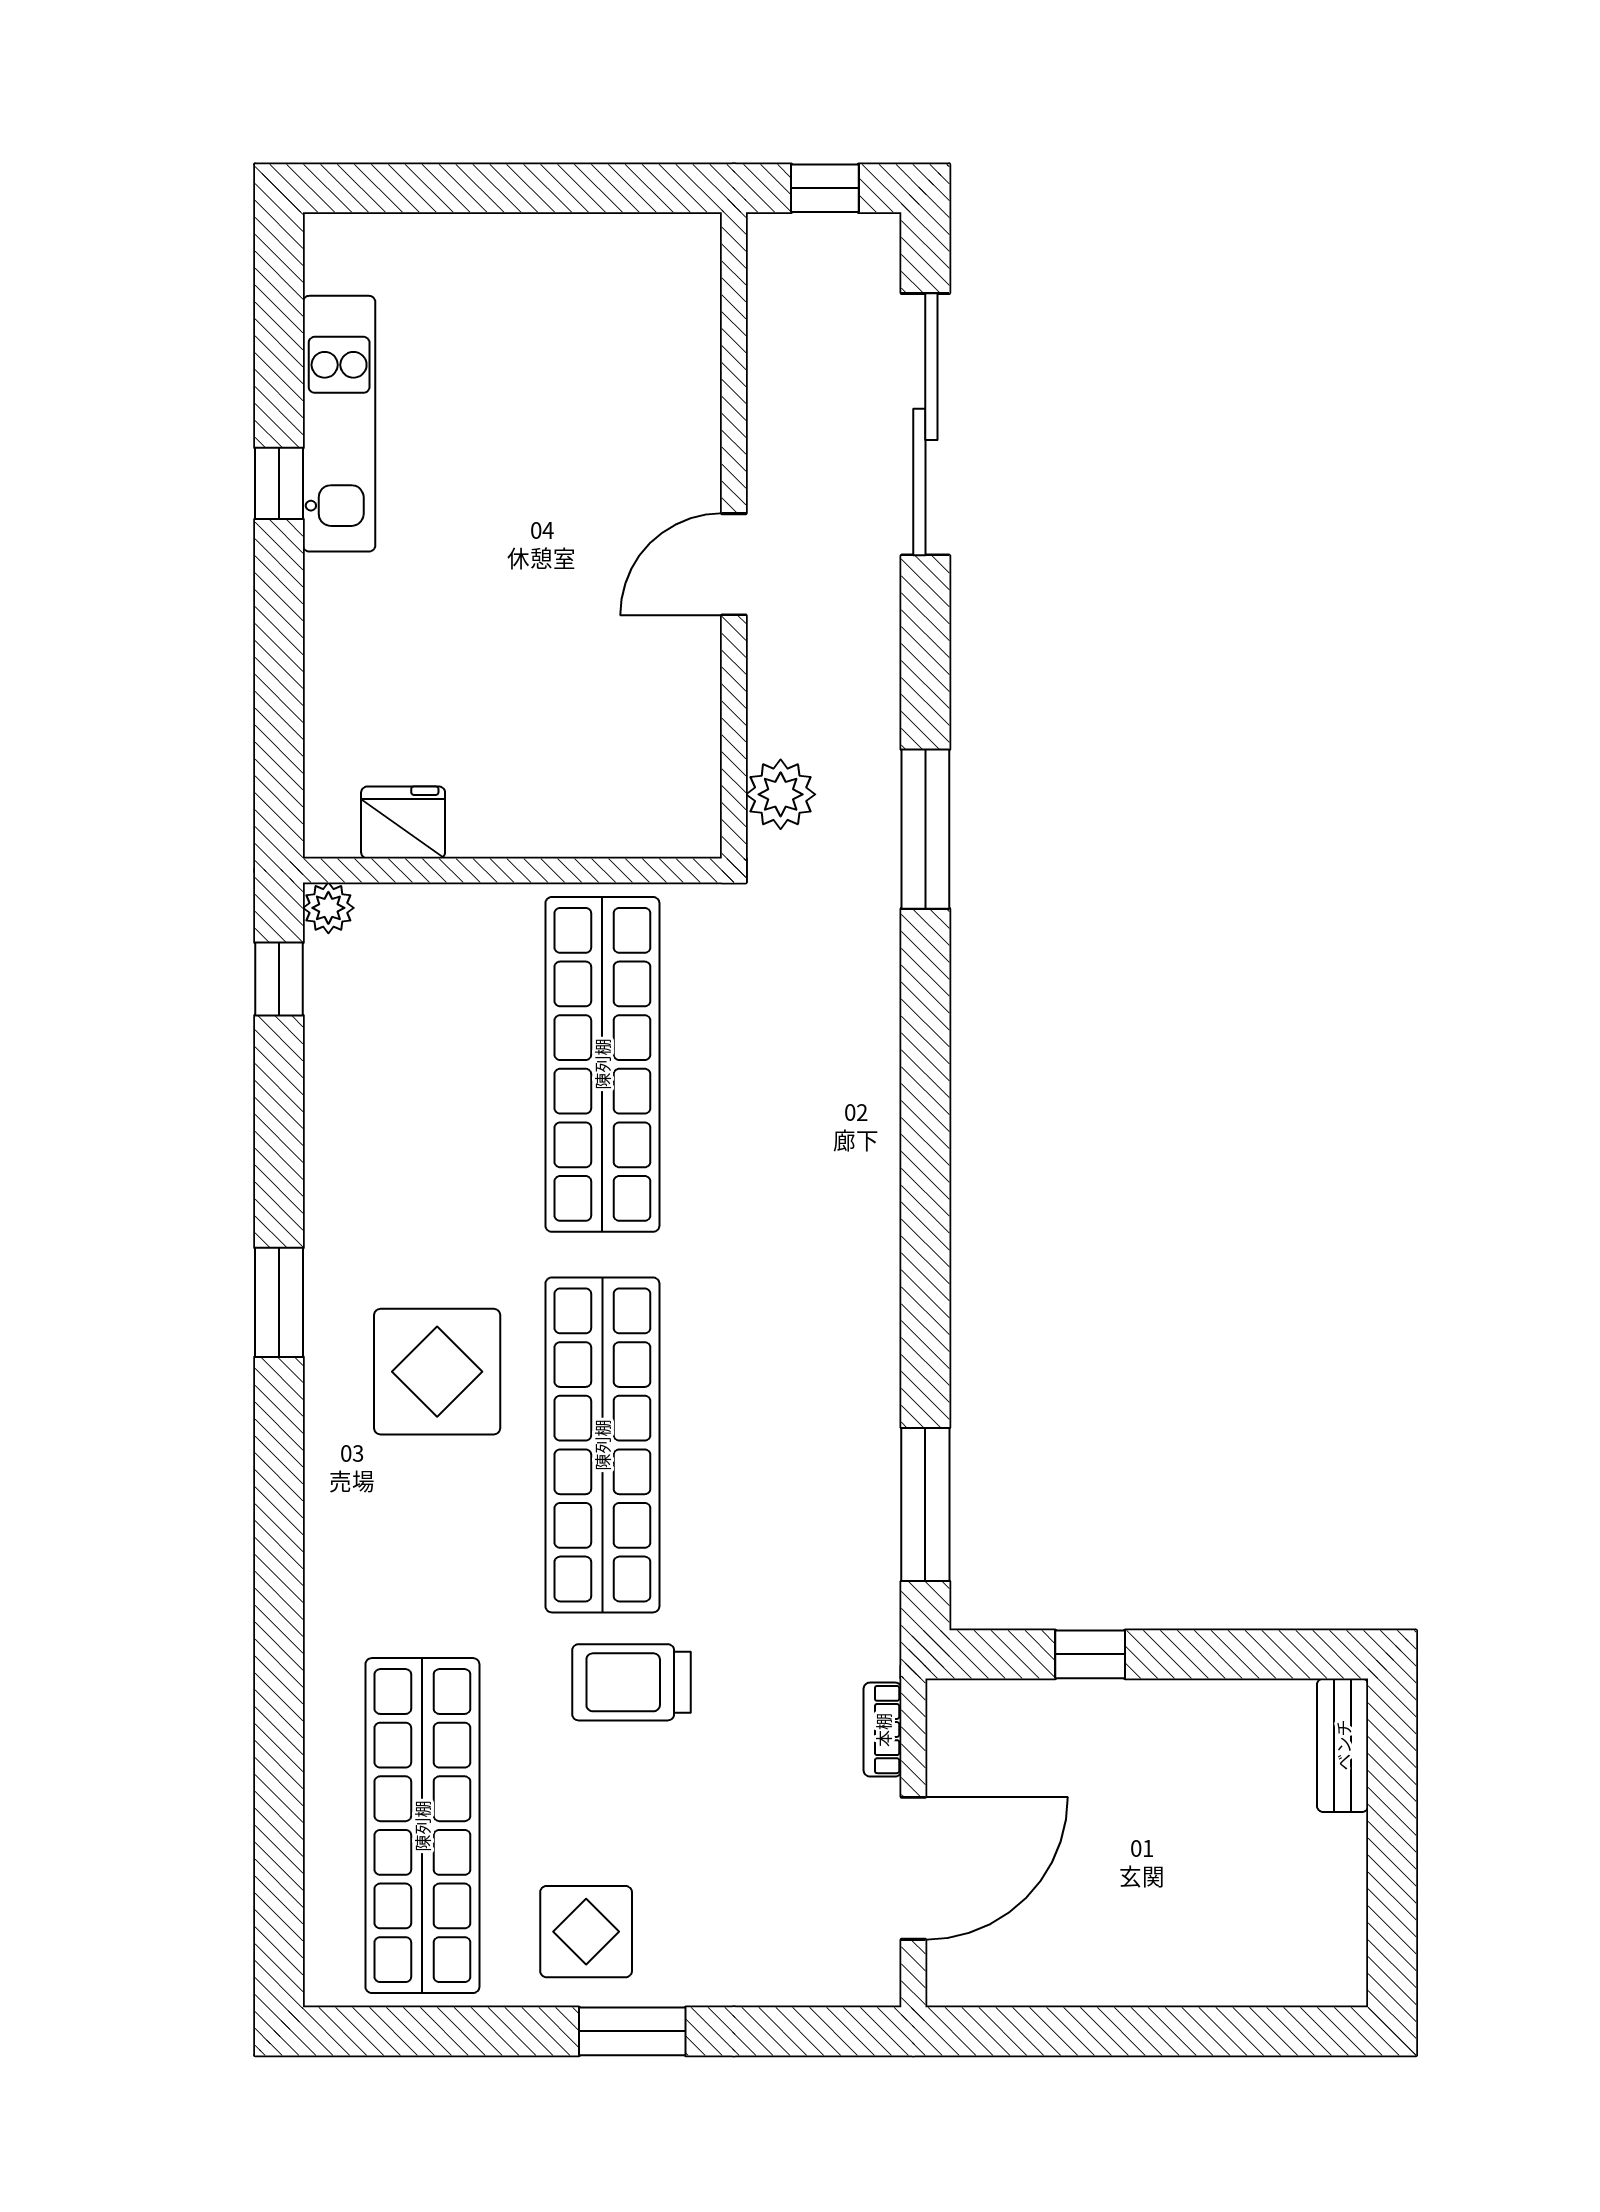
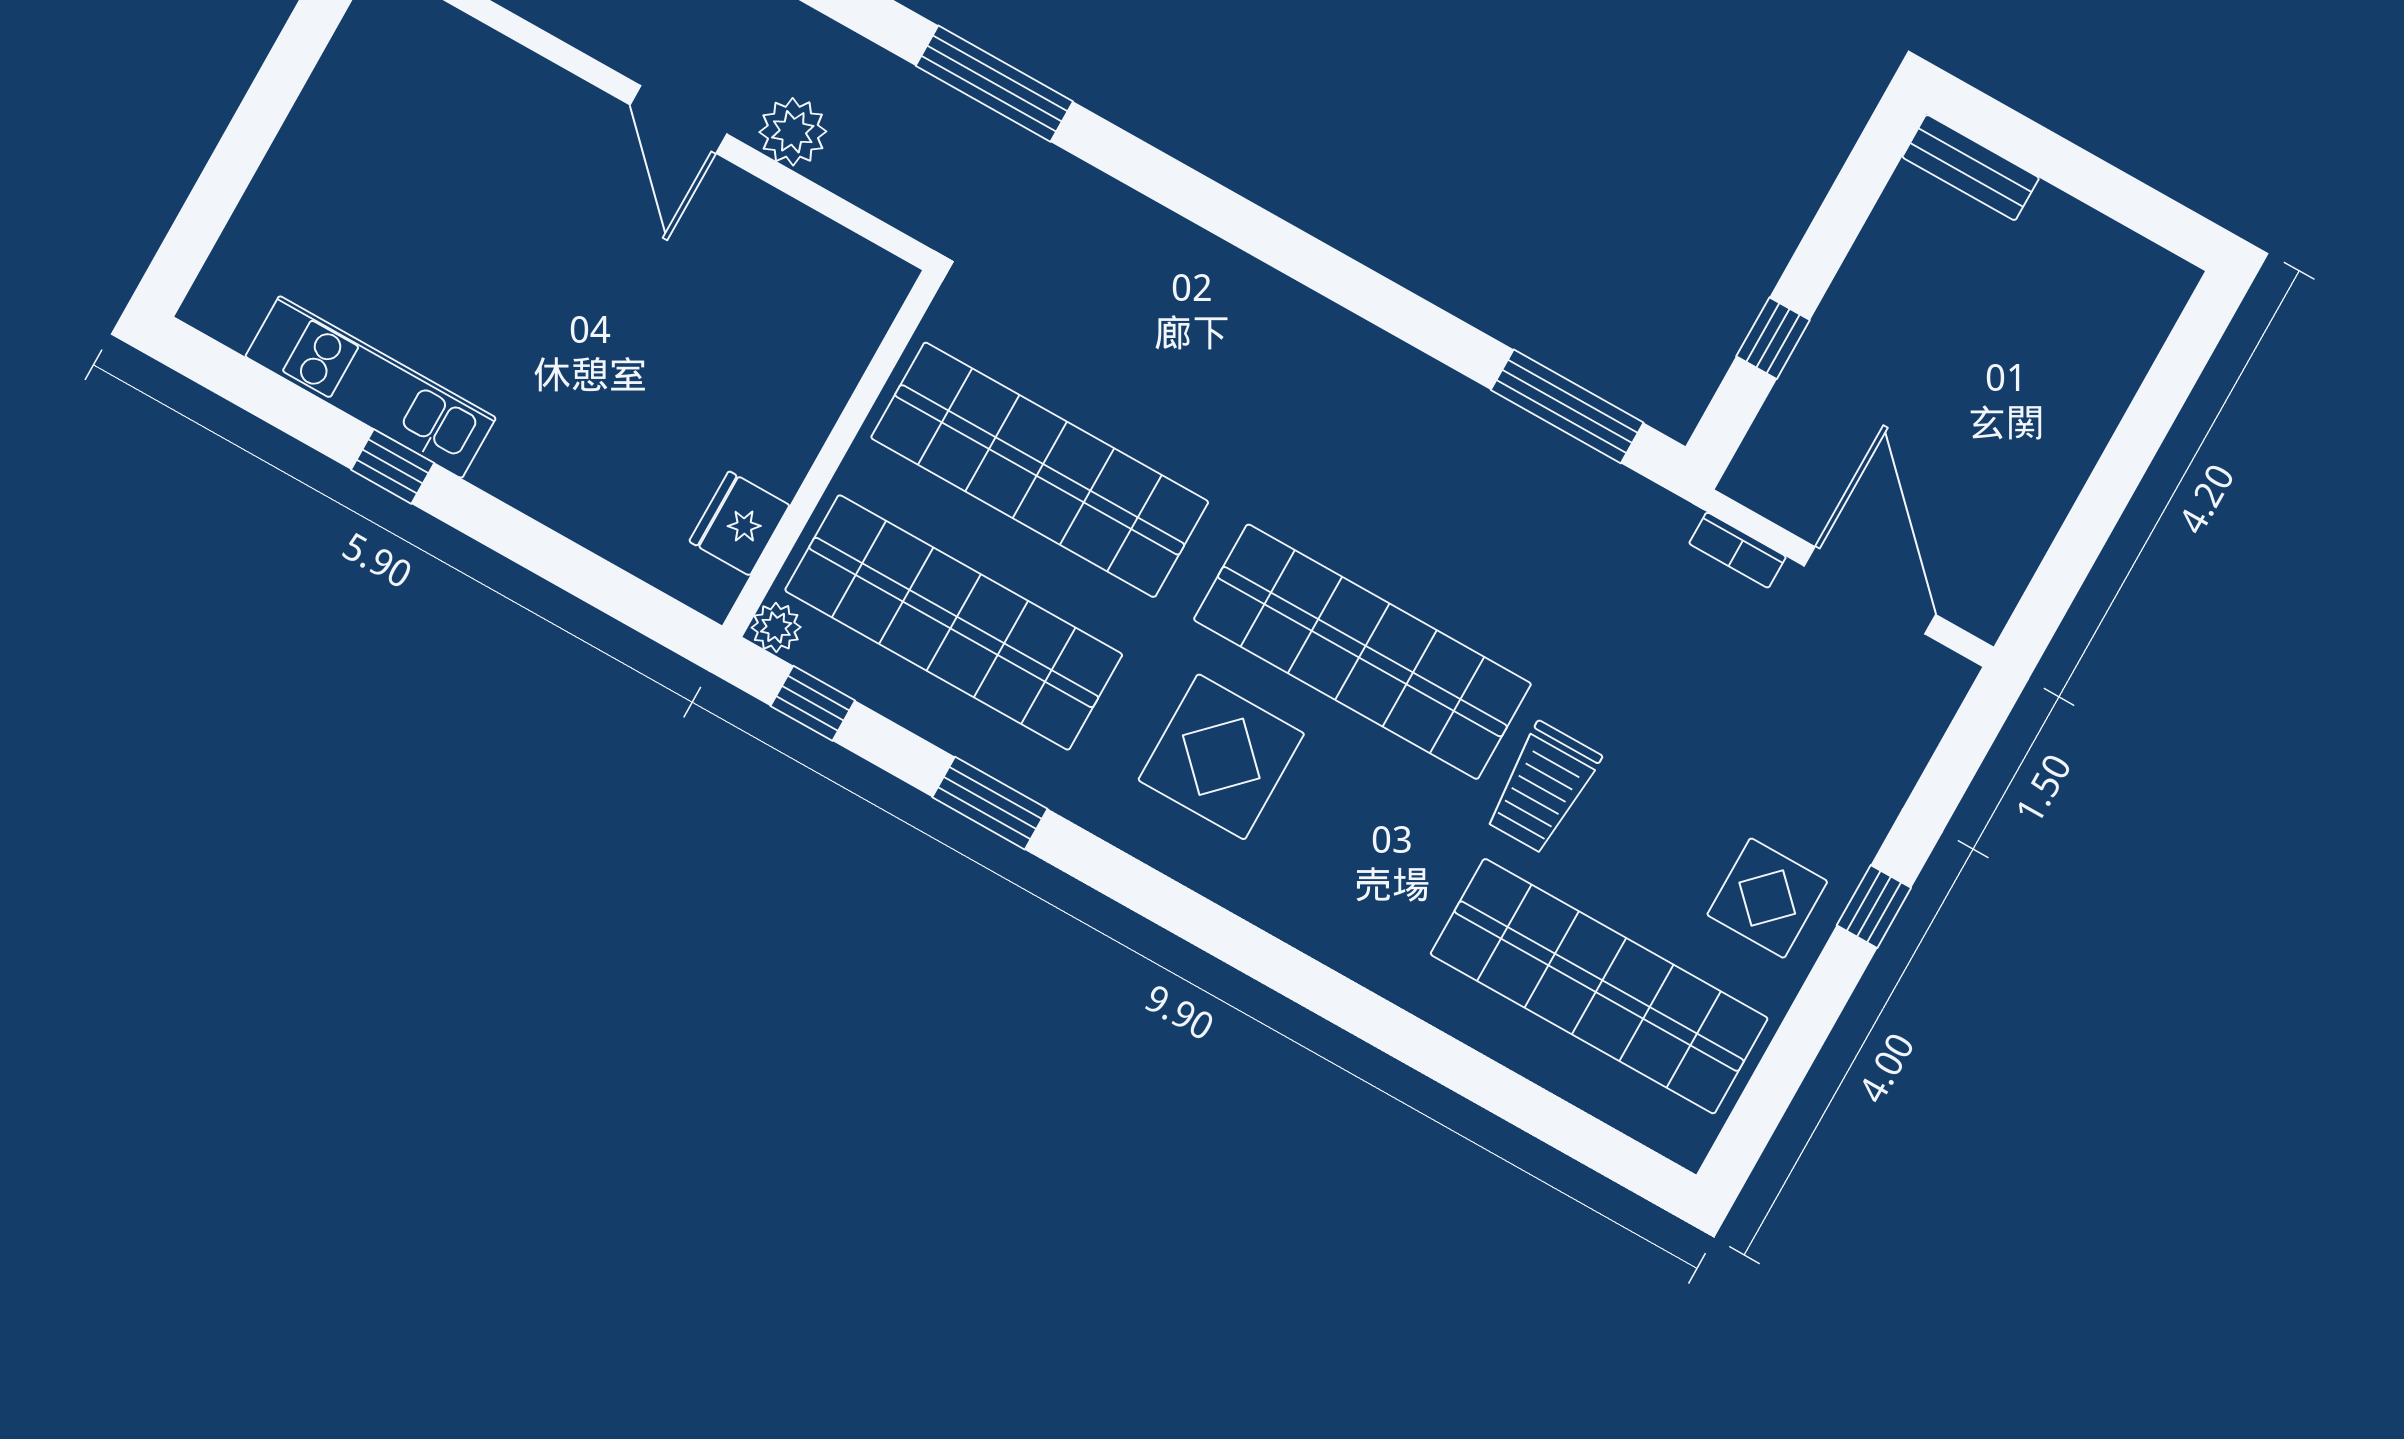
plant: (781, 794) -> (793, 132), moved
shop shelf: (422, 1064) -> (954, 622), added
window: (279, 1302) -> (990, 803), moved
trolley: (631, 1682) -> (1542, 788), moved
window: (632, 2031) -> (1874, 907), width x0.67

